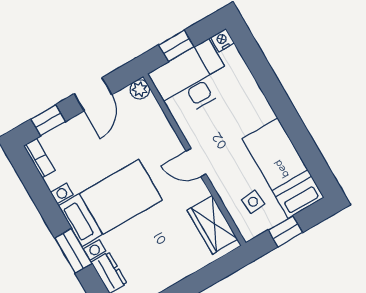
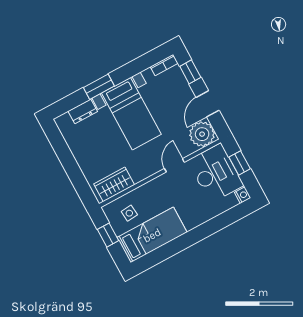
plant: (140, 89) -> (202, 134), width x1.87, depth x1.87
door: (93, 94) -> (208, 104), hinge flipped
door: (196, 162) -> (174, 165), moved

